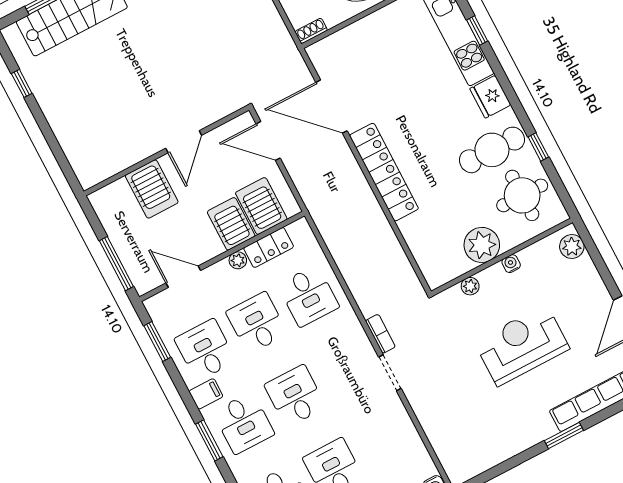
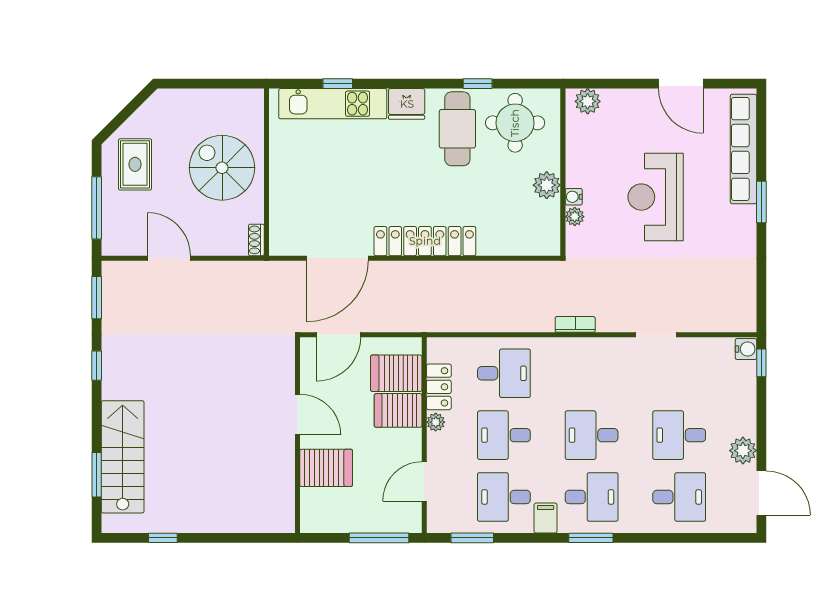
plant: (482, 245) -> (547, 185), width x0.73, depth x0.73
water cooler: (511, 264) -> (574, 197), moved
doorway: (390, 373) -> (656, 335), moved

